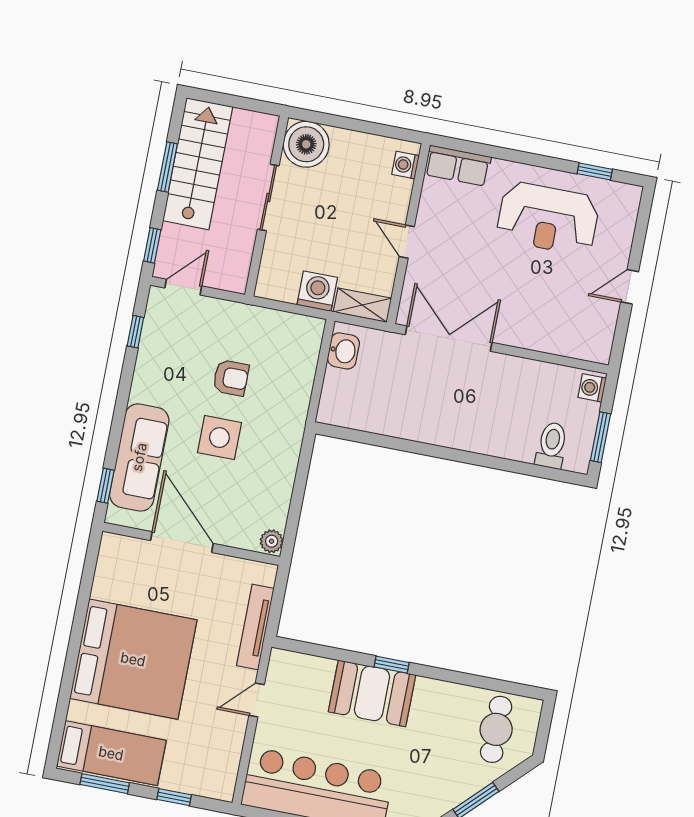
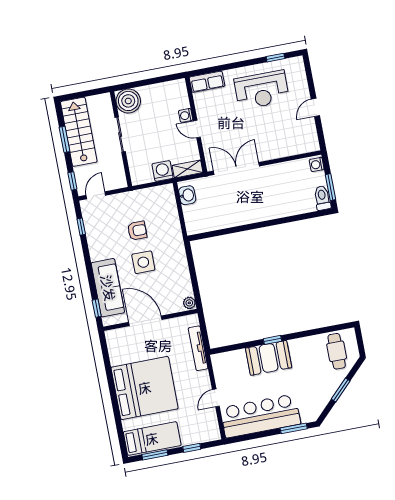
washing machine: (405, 165) -> (186, 115), moved
toilet: (552, 445) -> (322, 198), moved
door: (257, 700) -> (216, 398), moved

